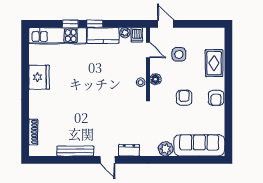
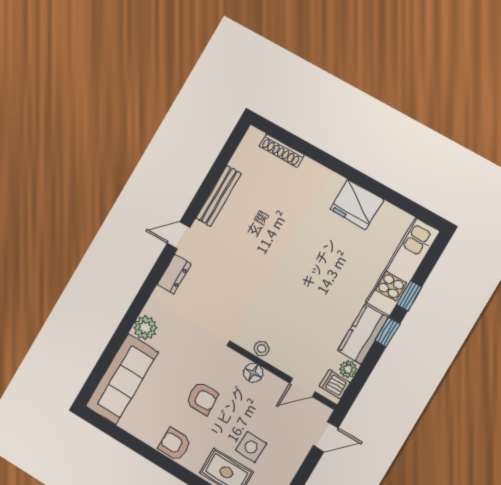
side table: (179, 54) -> (251, 447), moved

